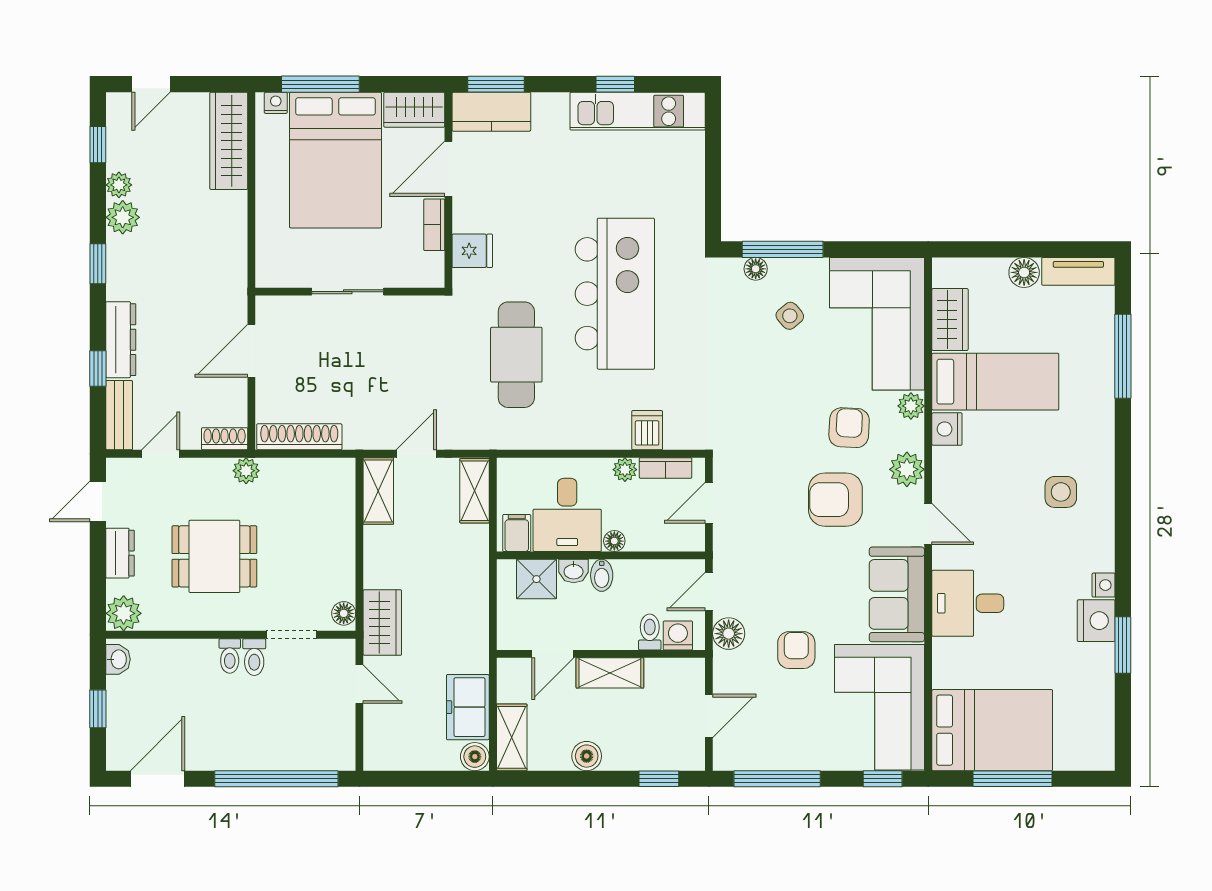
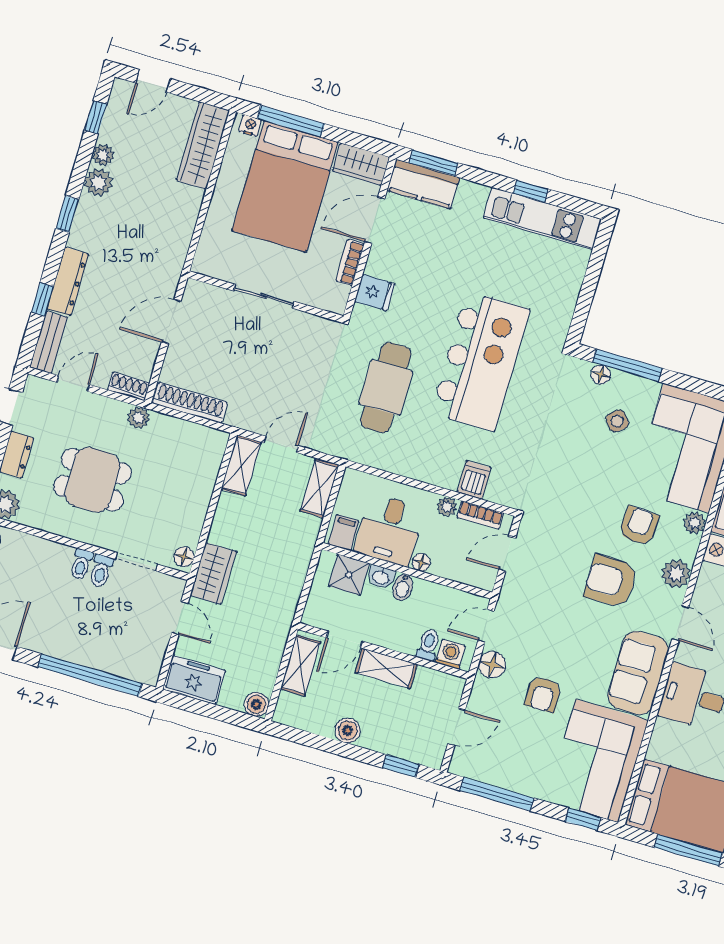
armchair: (796, 650) -> (543, 694), turned 180
freezer: (468, 707) -> (194, 680), moved, turned 90
shelving: (512, 737) -> (300, 665), moved

